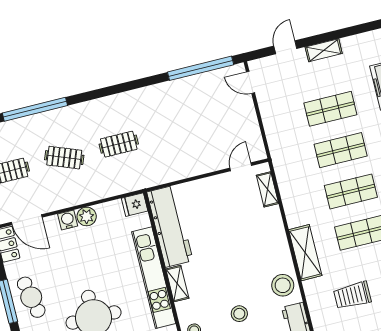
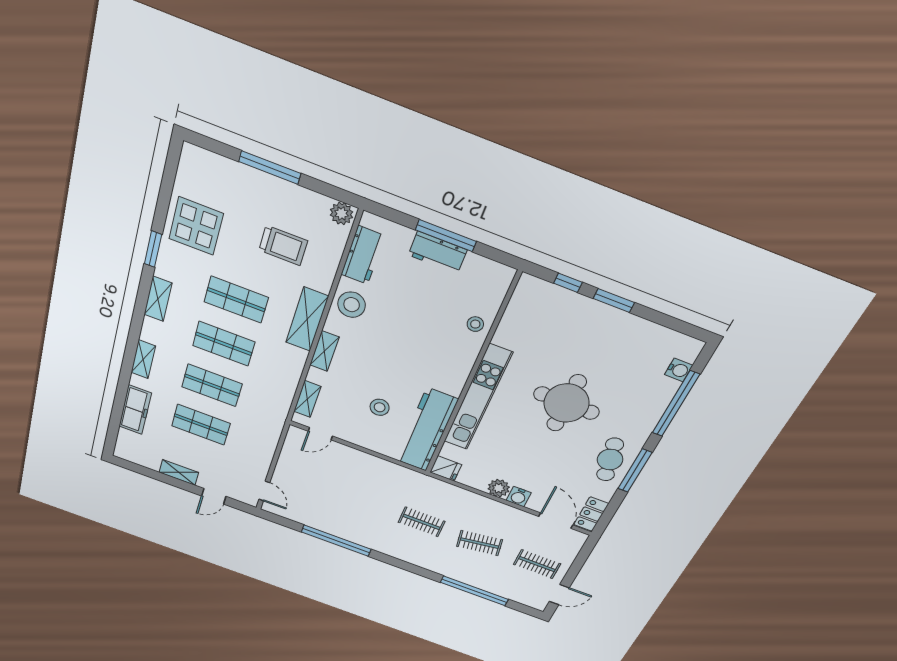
window: (201, 68) -> (336, 541), moved
clothes rail: (64, 158) -> (480, 543), turned -30
shelving: (177, 284) -> (324, 351), moved
stool: (239, 314) -> (380, 407), moved

